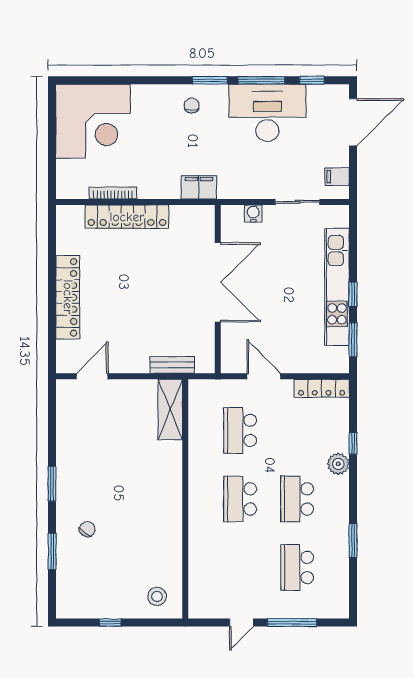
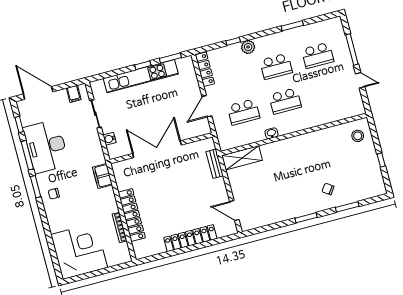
washbasin: (196, 465) -> (271, 133), added

